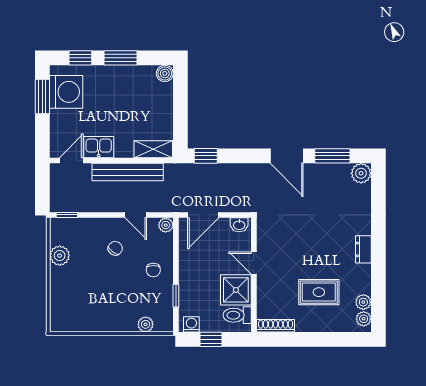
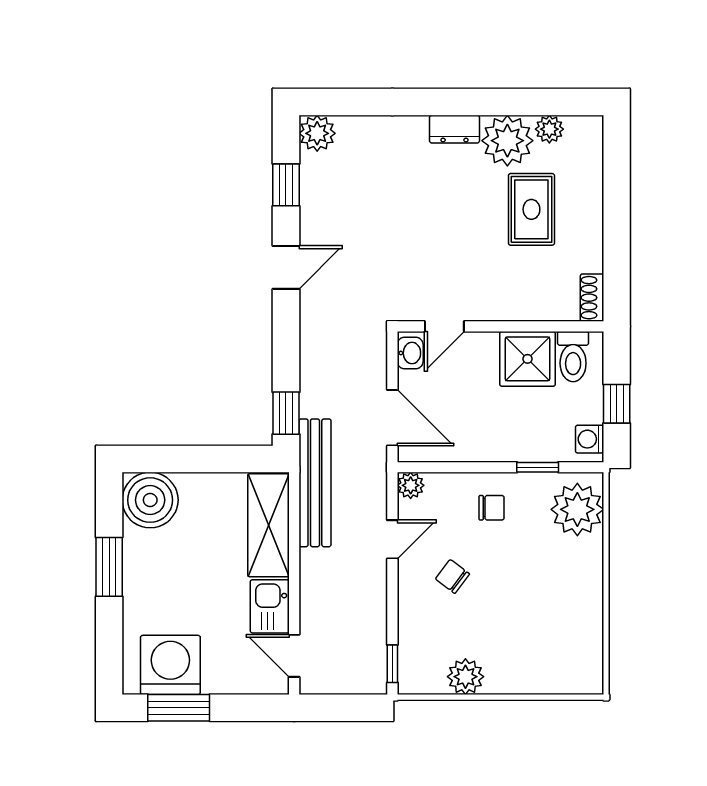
window: (80, 58) -> (109, 639), removed
boiler: (165, 73) -> (150, 500), width x1.86, depth x1.86
shelving: (153, 149) -> (269, 525), width x1.50, depth x1.33
door: (287, 156) -> (286, 267), width x0.73
window: (332, 156) -> (286, 185), width x0.67
bench: (128, 172) -> (315, 483), moved
door: (254, 263) -> (444, 326), moved
plant: (364, 319) -> (507, 141), moved, width x1.88, depth x1.88
plant: (146, 324) -> (577, 509), width x1.88, depth x1.88
shoe rack: (276, 326) -> (592, 298), width x0.70

